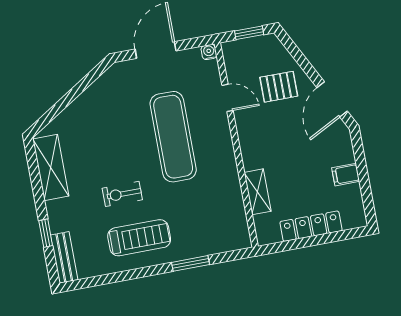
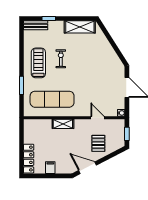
door: (227, 98) -> (98, 118), swing flipped
exercise mat: (173, 137) -> (52, 99), moved
shelving: (258, 192) -> (63, 124), moved
locker: (311, 226) -> (29, 159), moved
treadmill: (139, 238) -> (38, 63), turned 180

